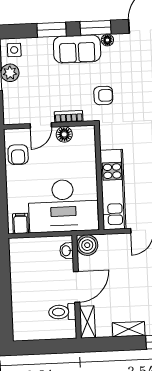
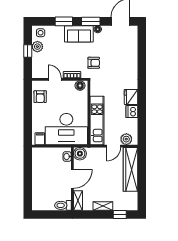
door: (41, 125) -> (55, 79), swing flipped
floor lamp: (64, 134) -> (80, 86), moved
toilet: (62, 312) -> (63, 205), moved

